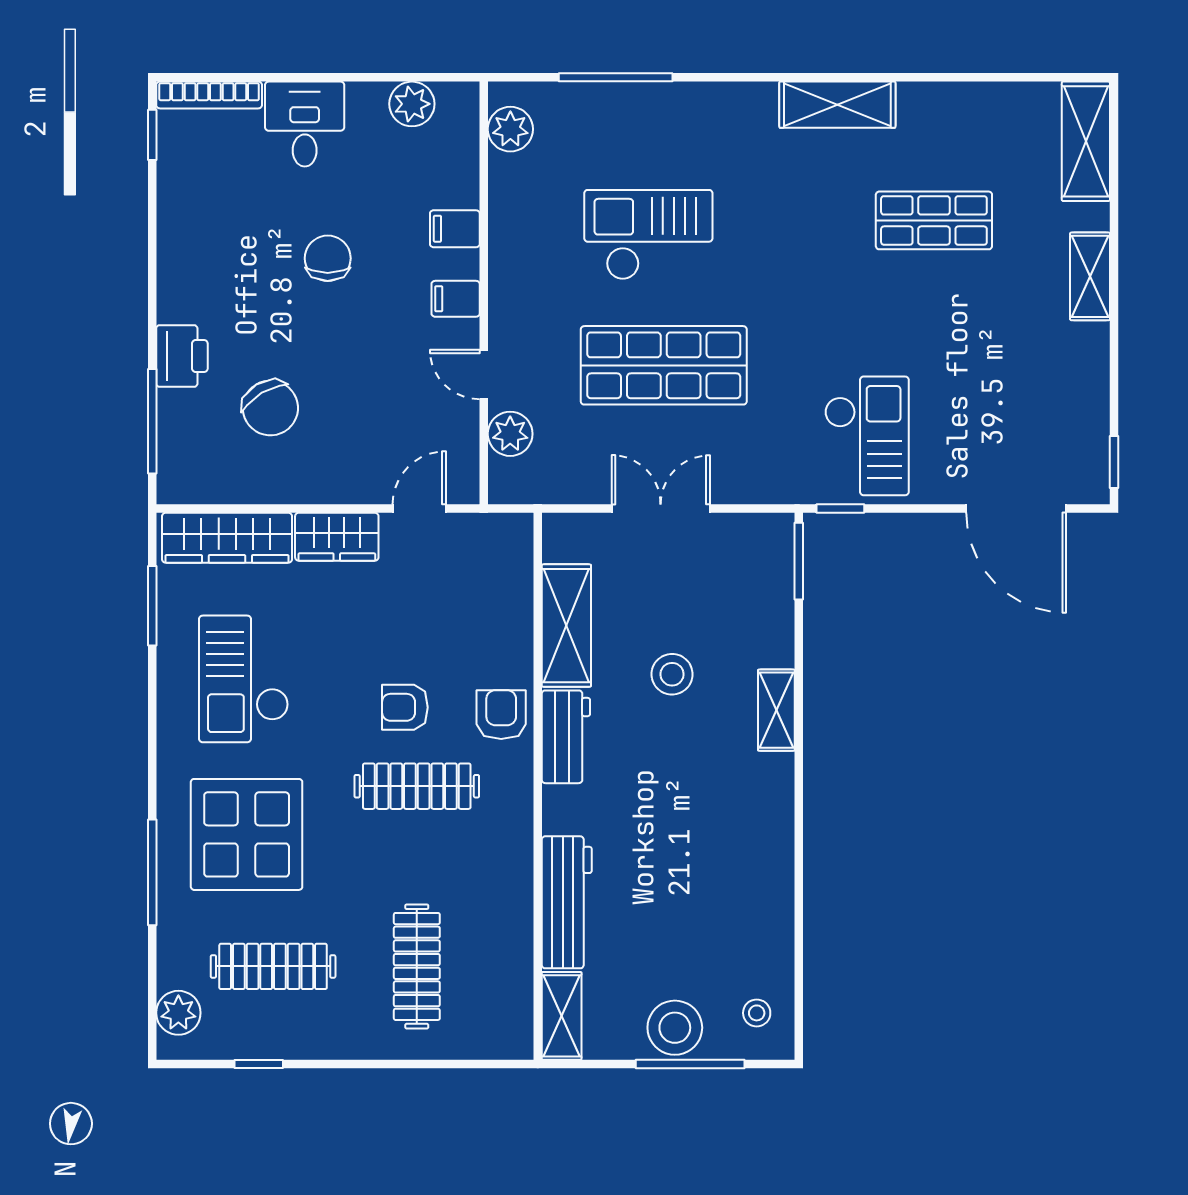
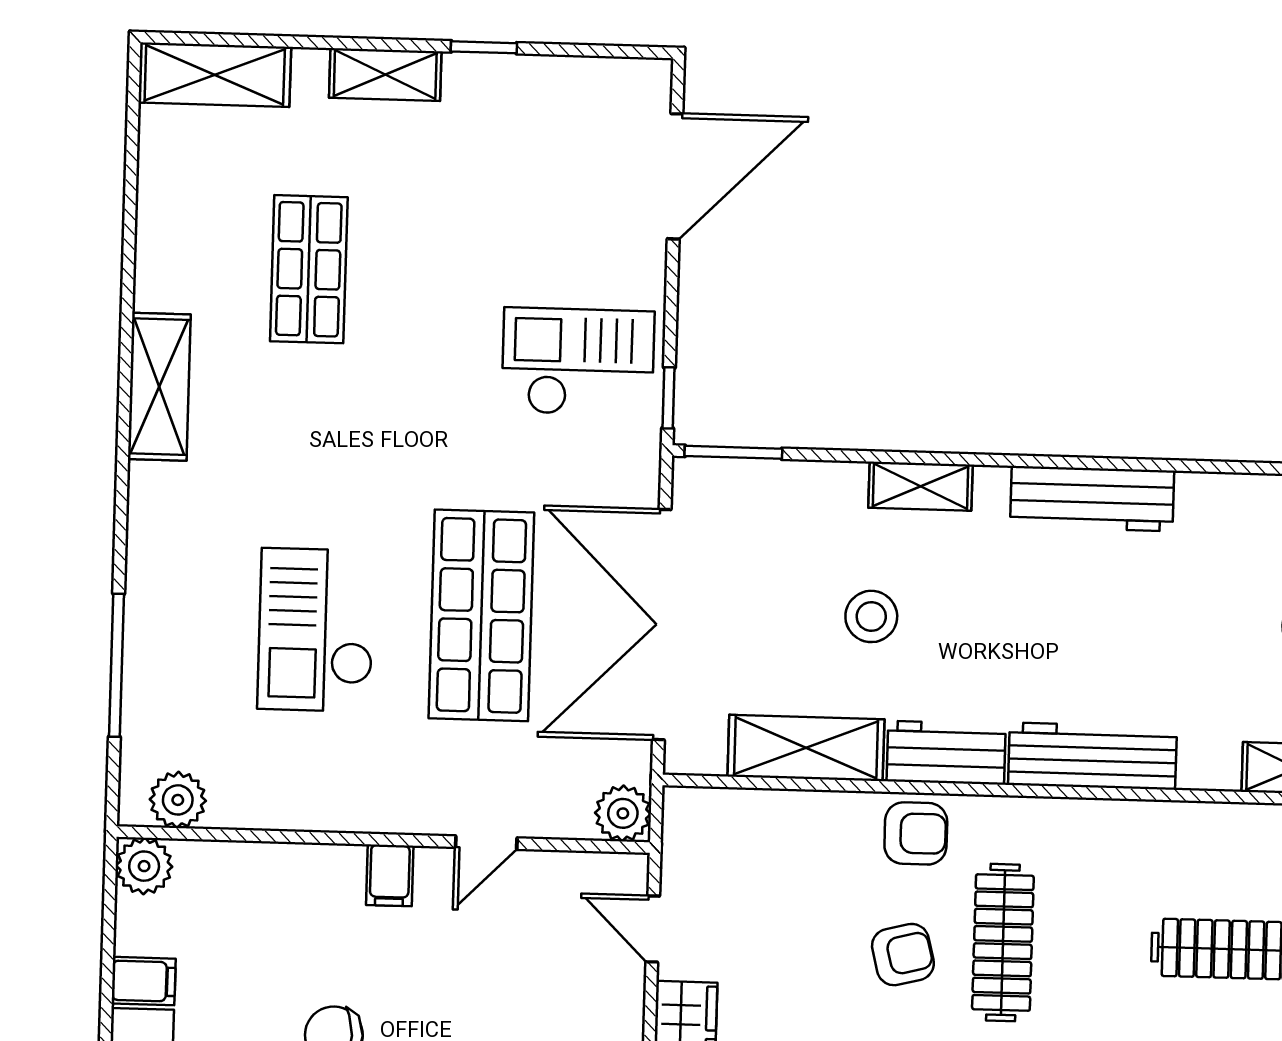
plant: (412, 104) -> (144, 866), moved
filing cabinet: (455, 229) -> (144, 981), moved, turned -90
plant: (510, 434) -> (623, 813), moved
window: (1114, 462) -> (484, 47), moved
double door: (661, 508) -> (662, 625), width x1.87
armchair: (405, 707) -> (903, 955), turned -104
armchair: (501, 715) -> (916, 833), turned 180
workbench: (771, 846) -> (1092, 499), added
workbench: (567, 902) -> (1092, 756), moved

